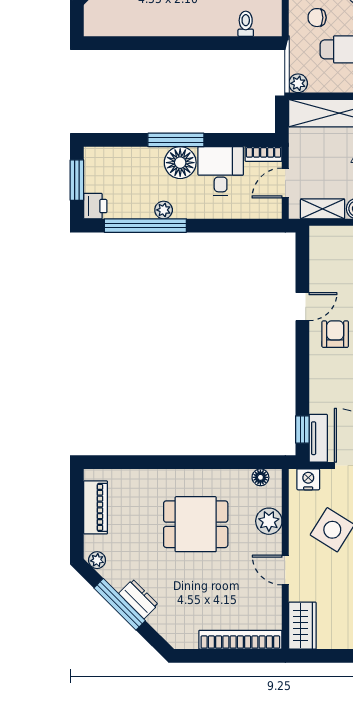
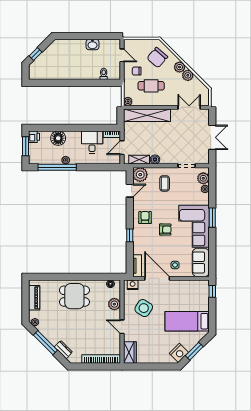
window: (176, 140) -> (71, 128), removed
floor lamp: (180, 163) -> (58, 138), moved
printer: (95, 206) -> (34, 137), moved
plant: (325, 241) -> (140, 175), added
door: (302, 307) -> (130, 191), moved
window: (302, 429) -> (130, 235), moved
dining table: (196, 524) -> (74, 296), moved
dresser: (138, 599) -> (63, 350), moved

